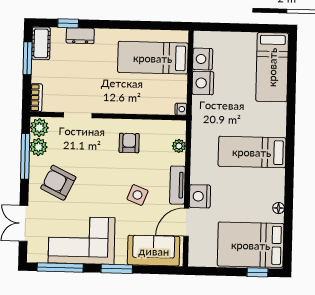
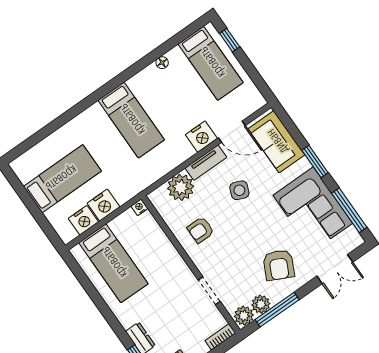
bed: (272, 67) -> (62, 179), moved
plant: (179, 146) -> (181, 187), width x1.88, depth x1.88
bed: (251, 245) -> (211, 63), width x0.67

